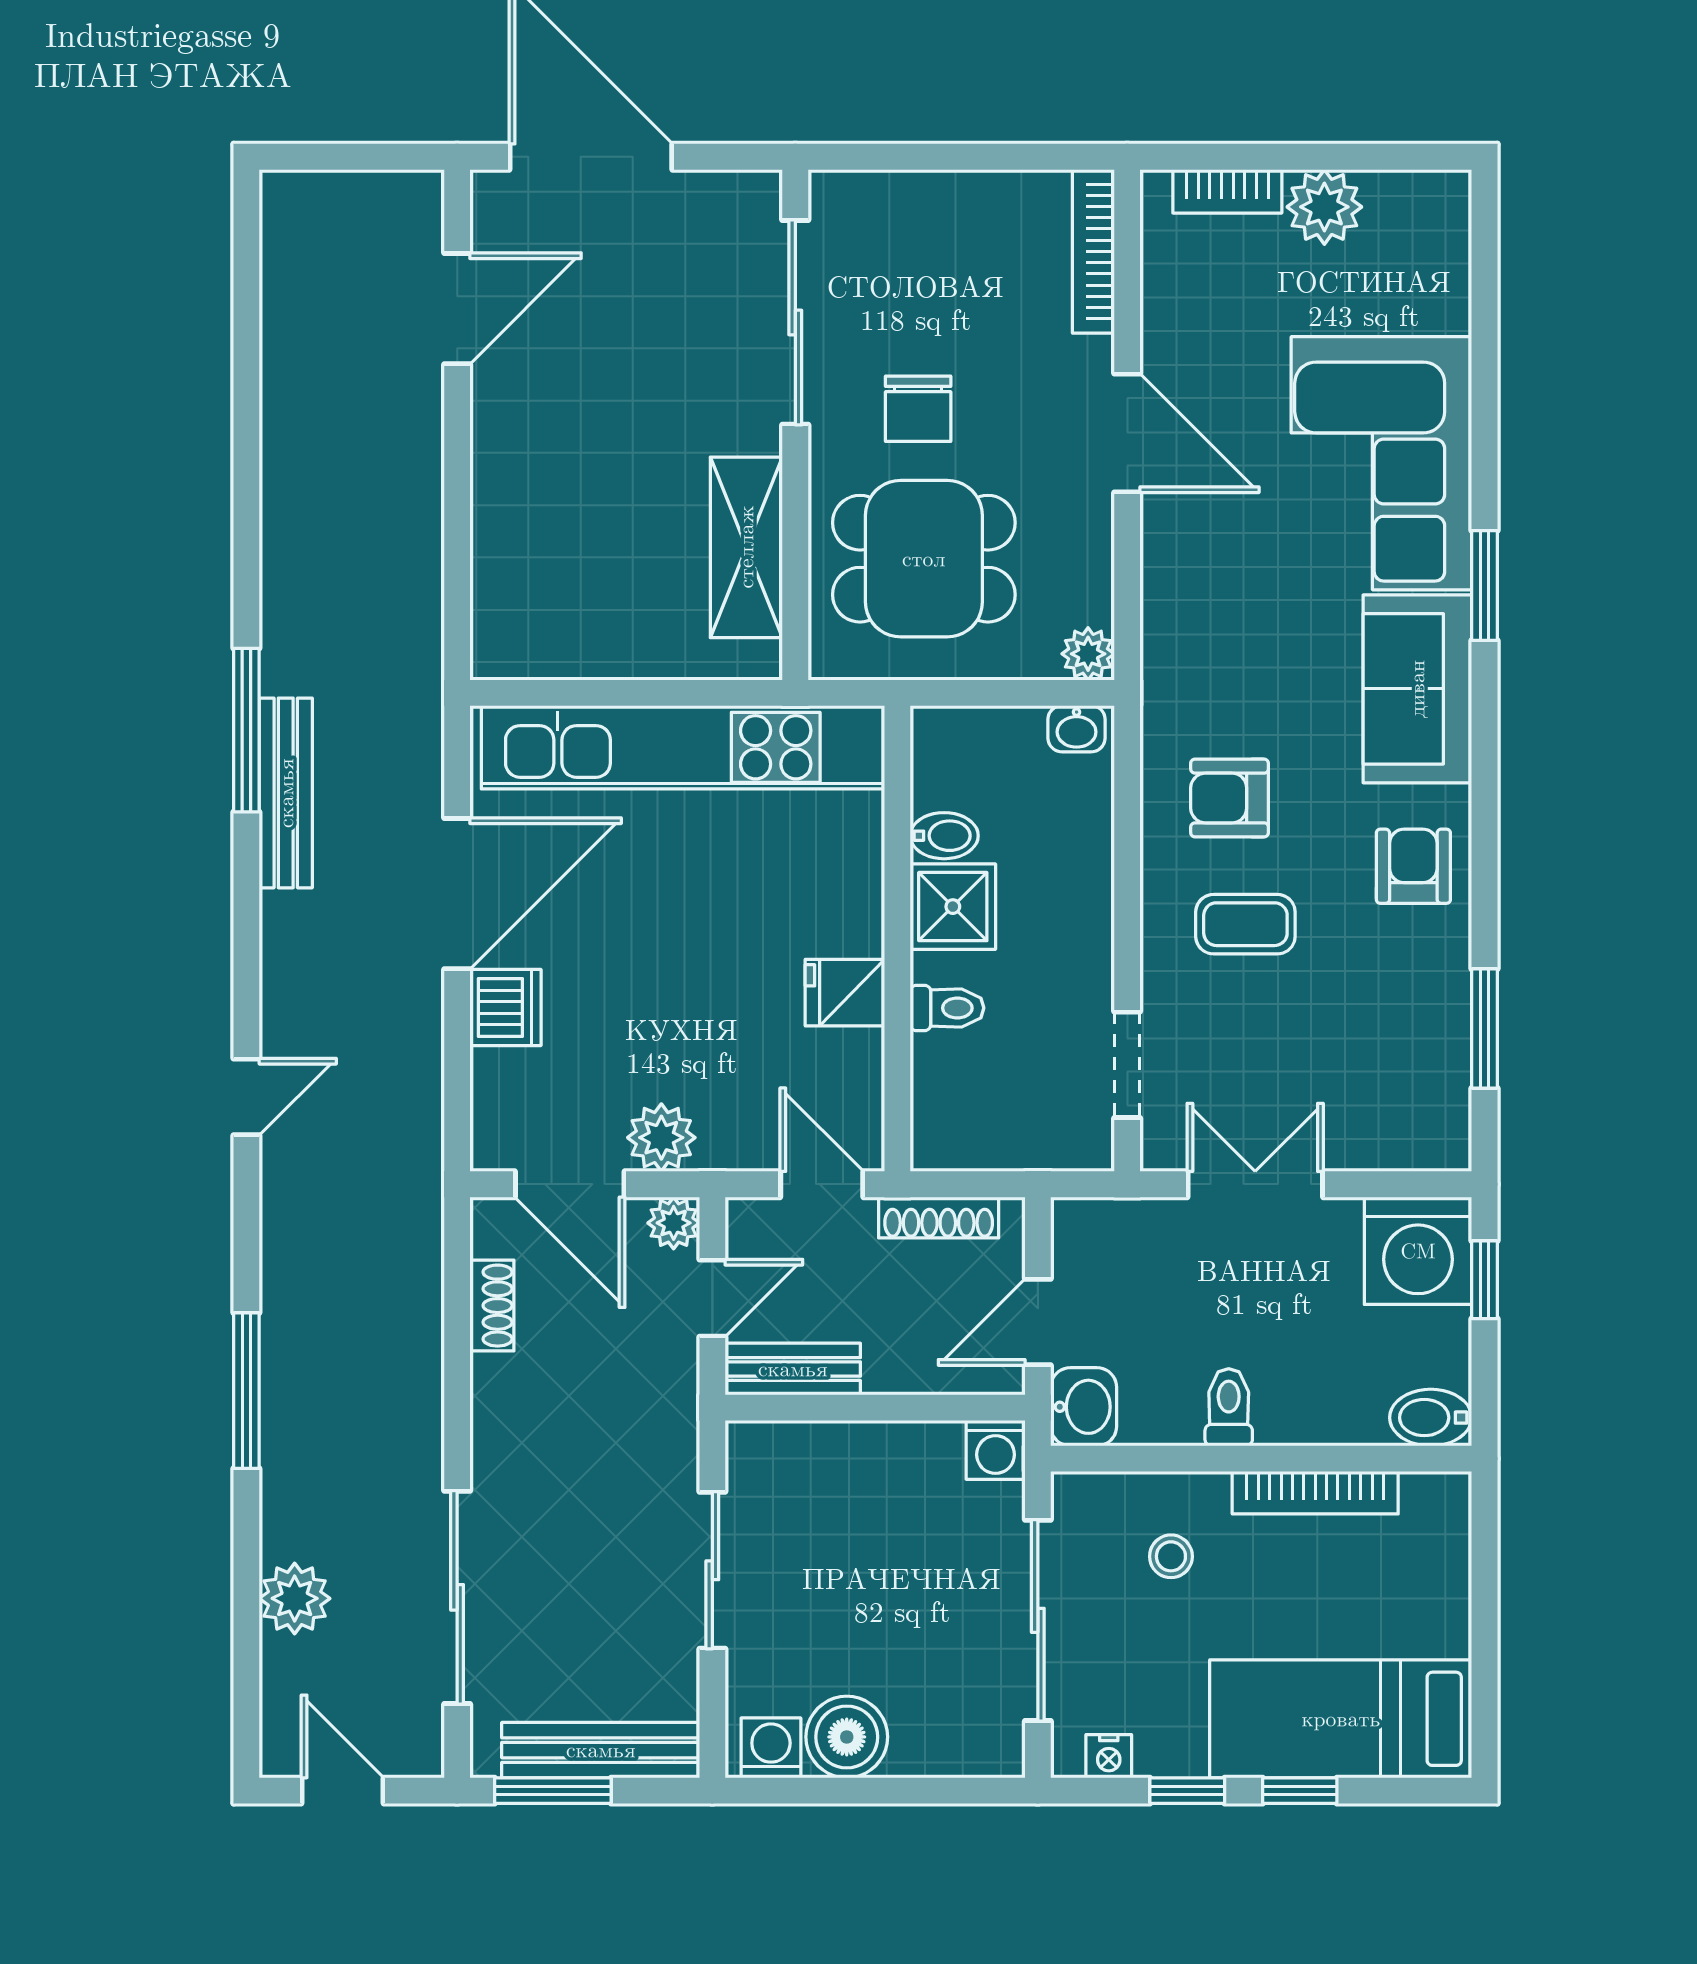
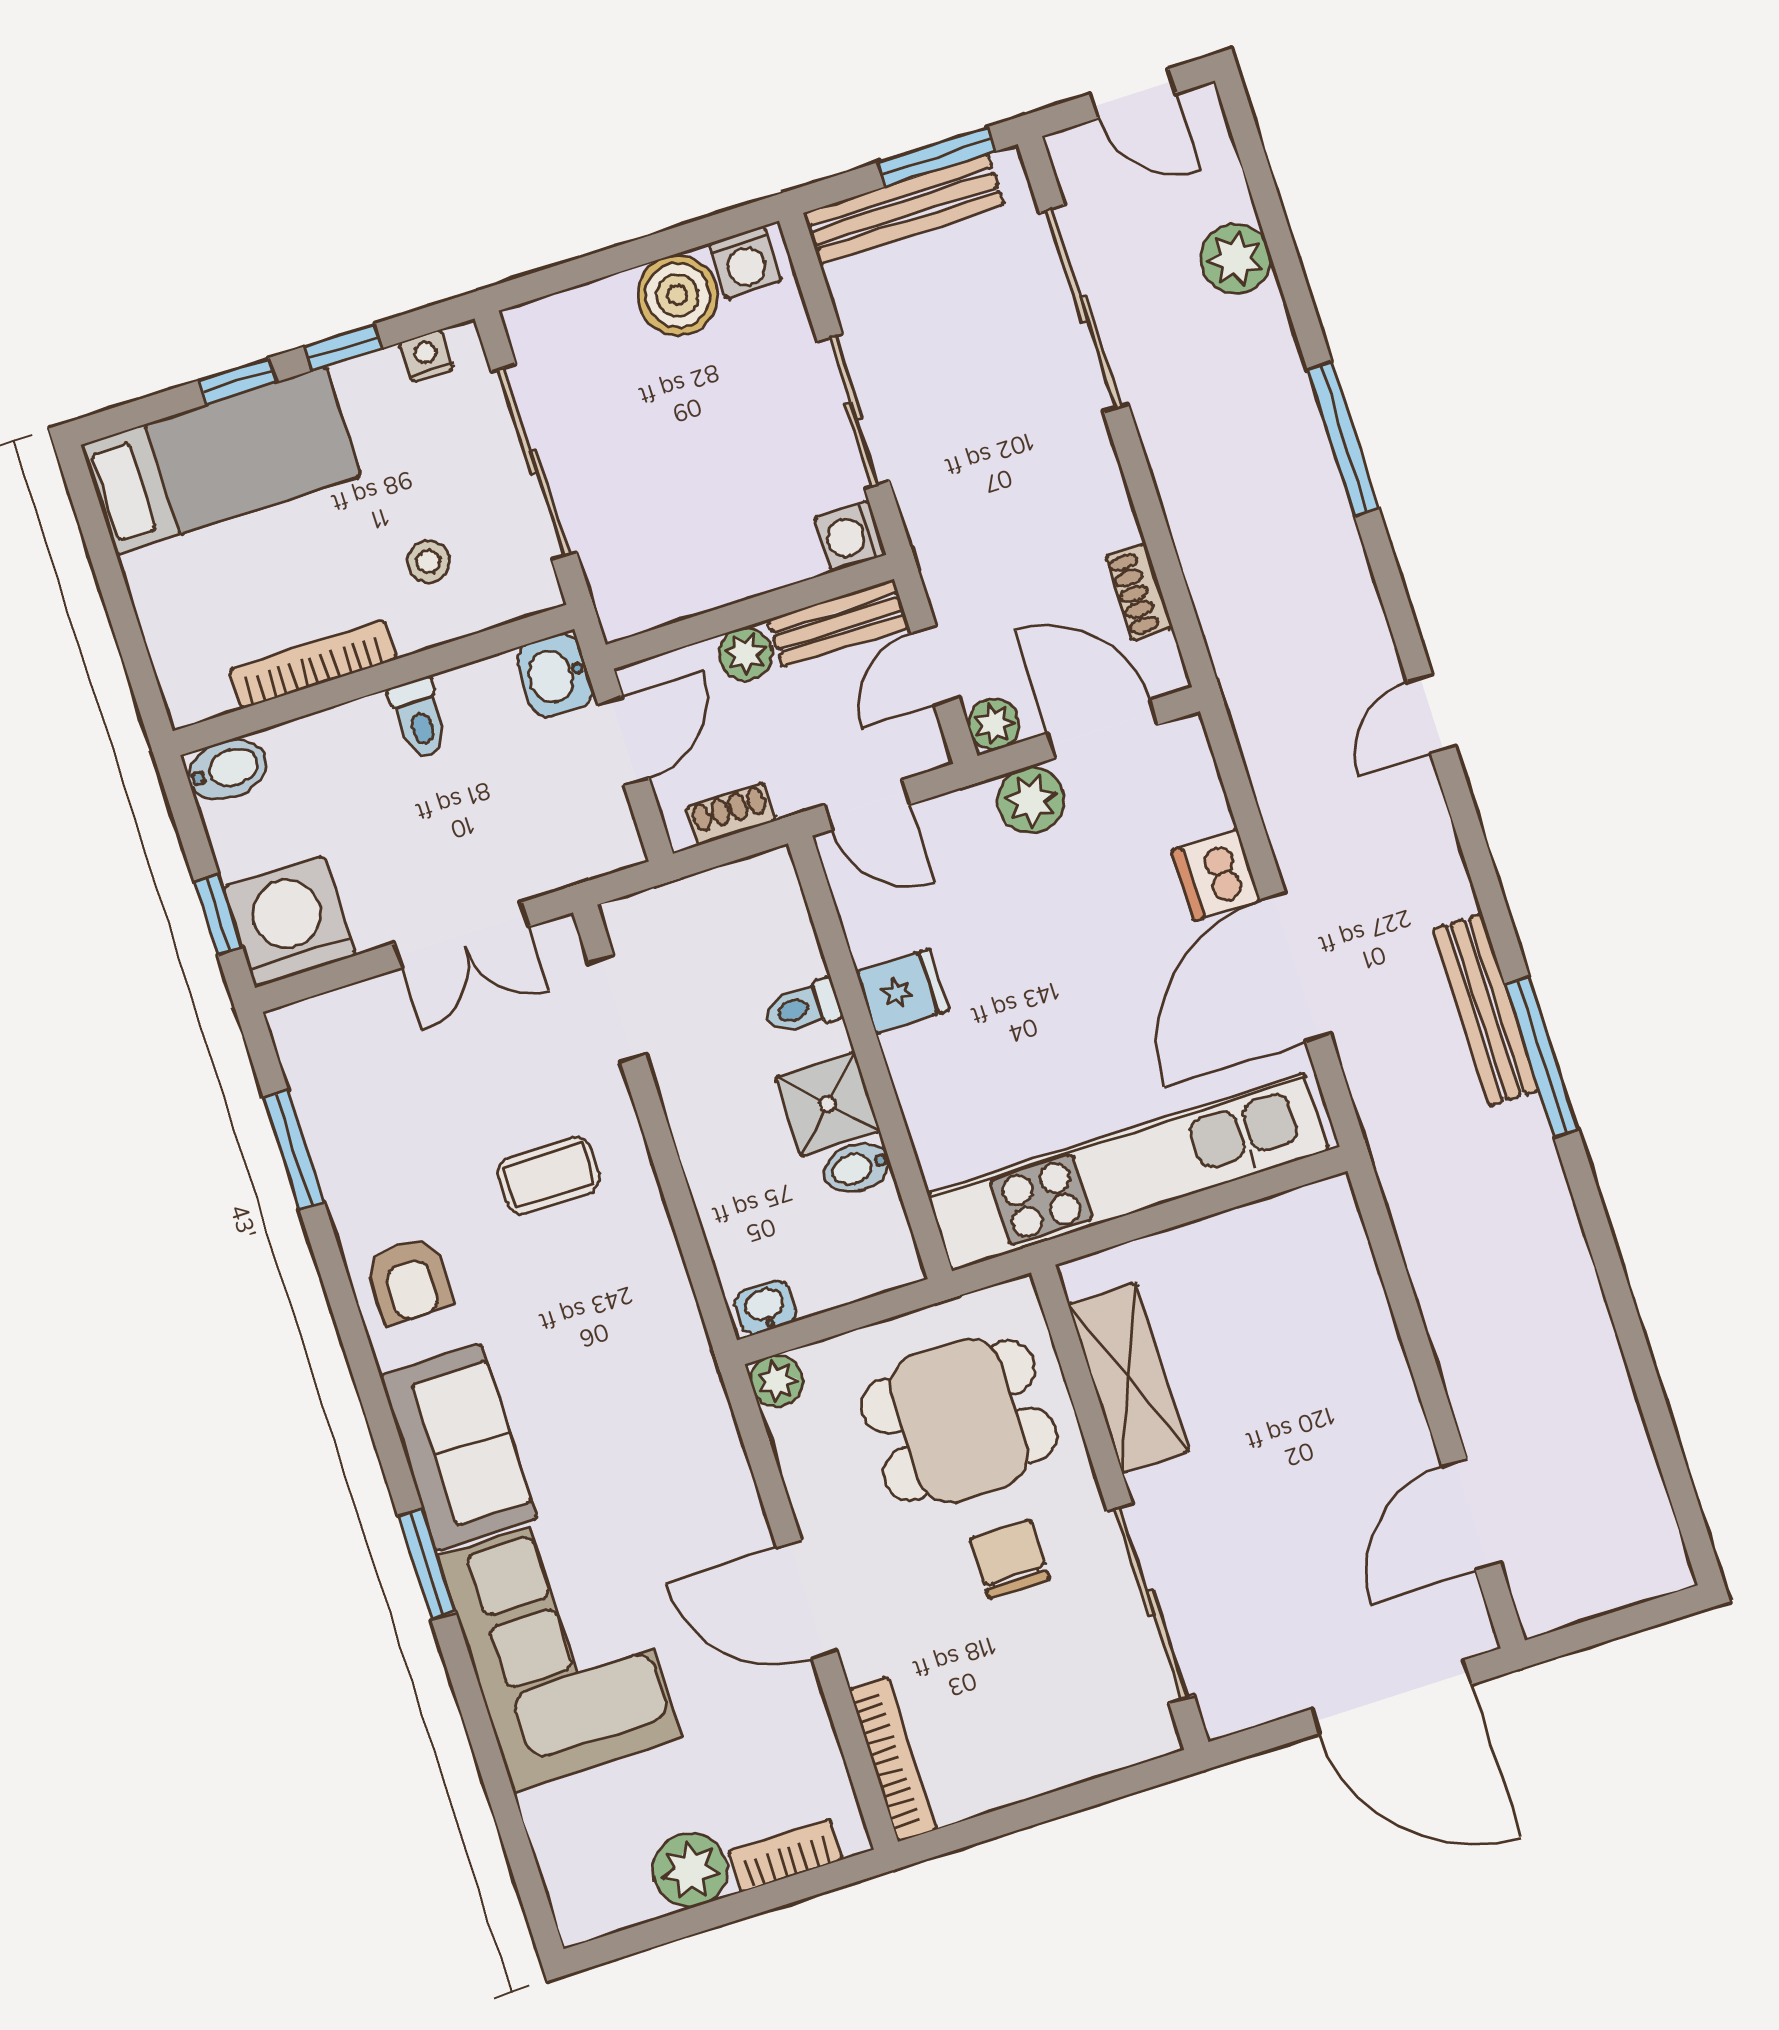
armchair: (1230, 798) -> (601, 1289), removed
shoe rack: (939, 1217) -> (731, 814), width x0.70
plant: (892, 1368) -> (746, 654), added
washing machine: (996, 1450) -> (850, 536), moved, turned -90

